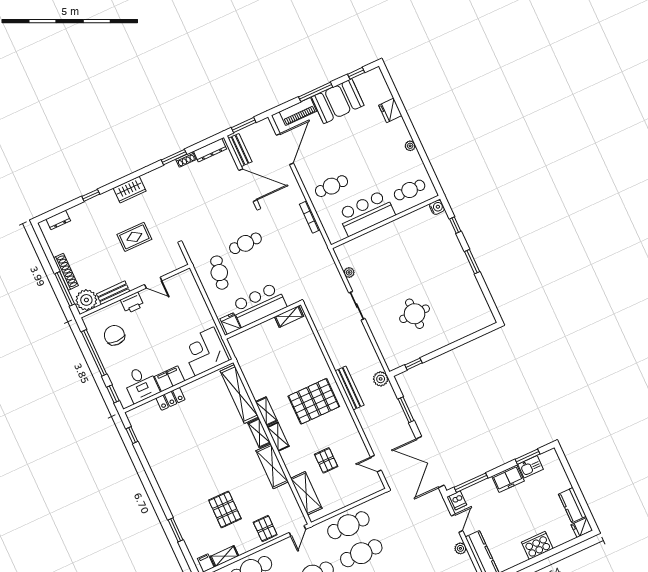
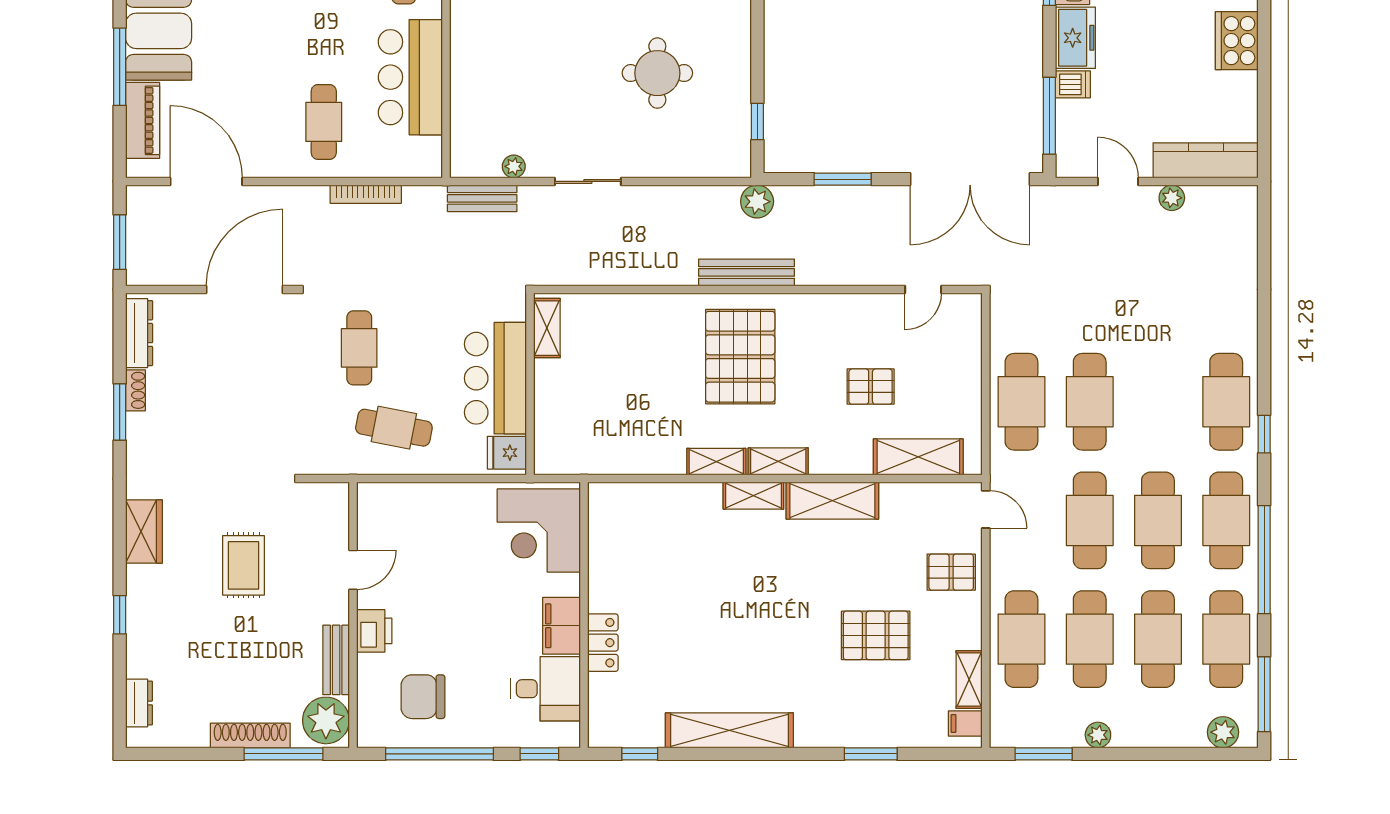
bench: (240, 150) -> (482, 198), moved
shelving: (239, 394) -> (729, 730), moved
dishwasher: (458, 500) -> (1073, 84), moved

